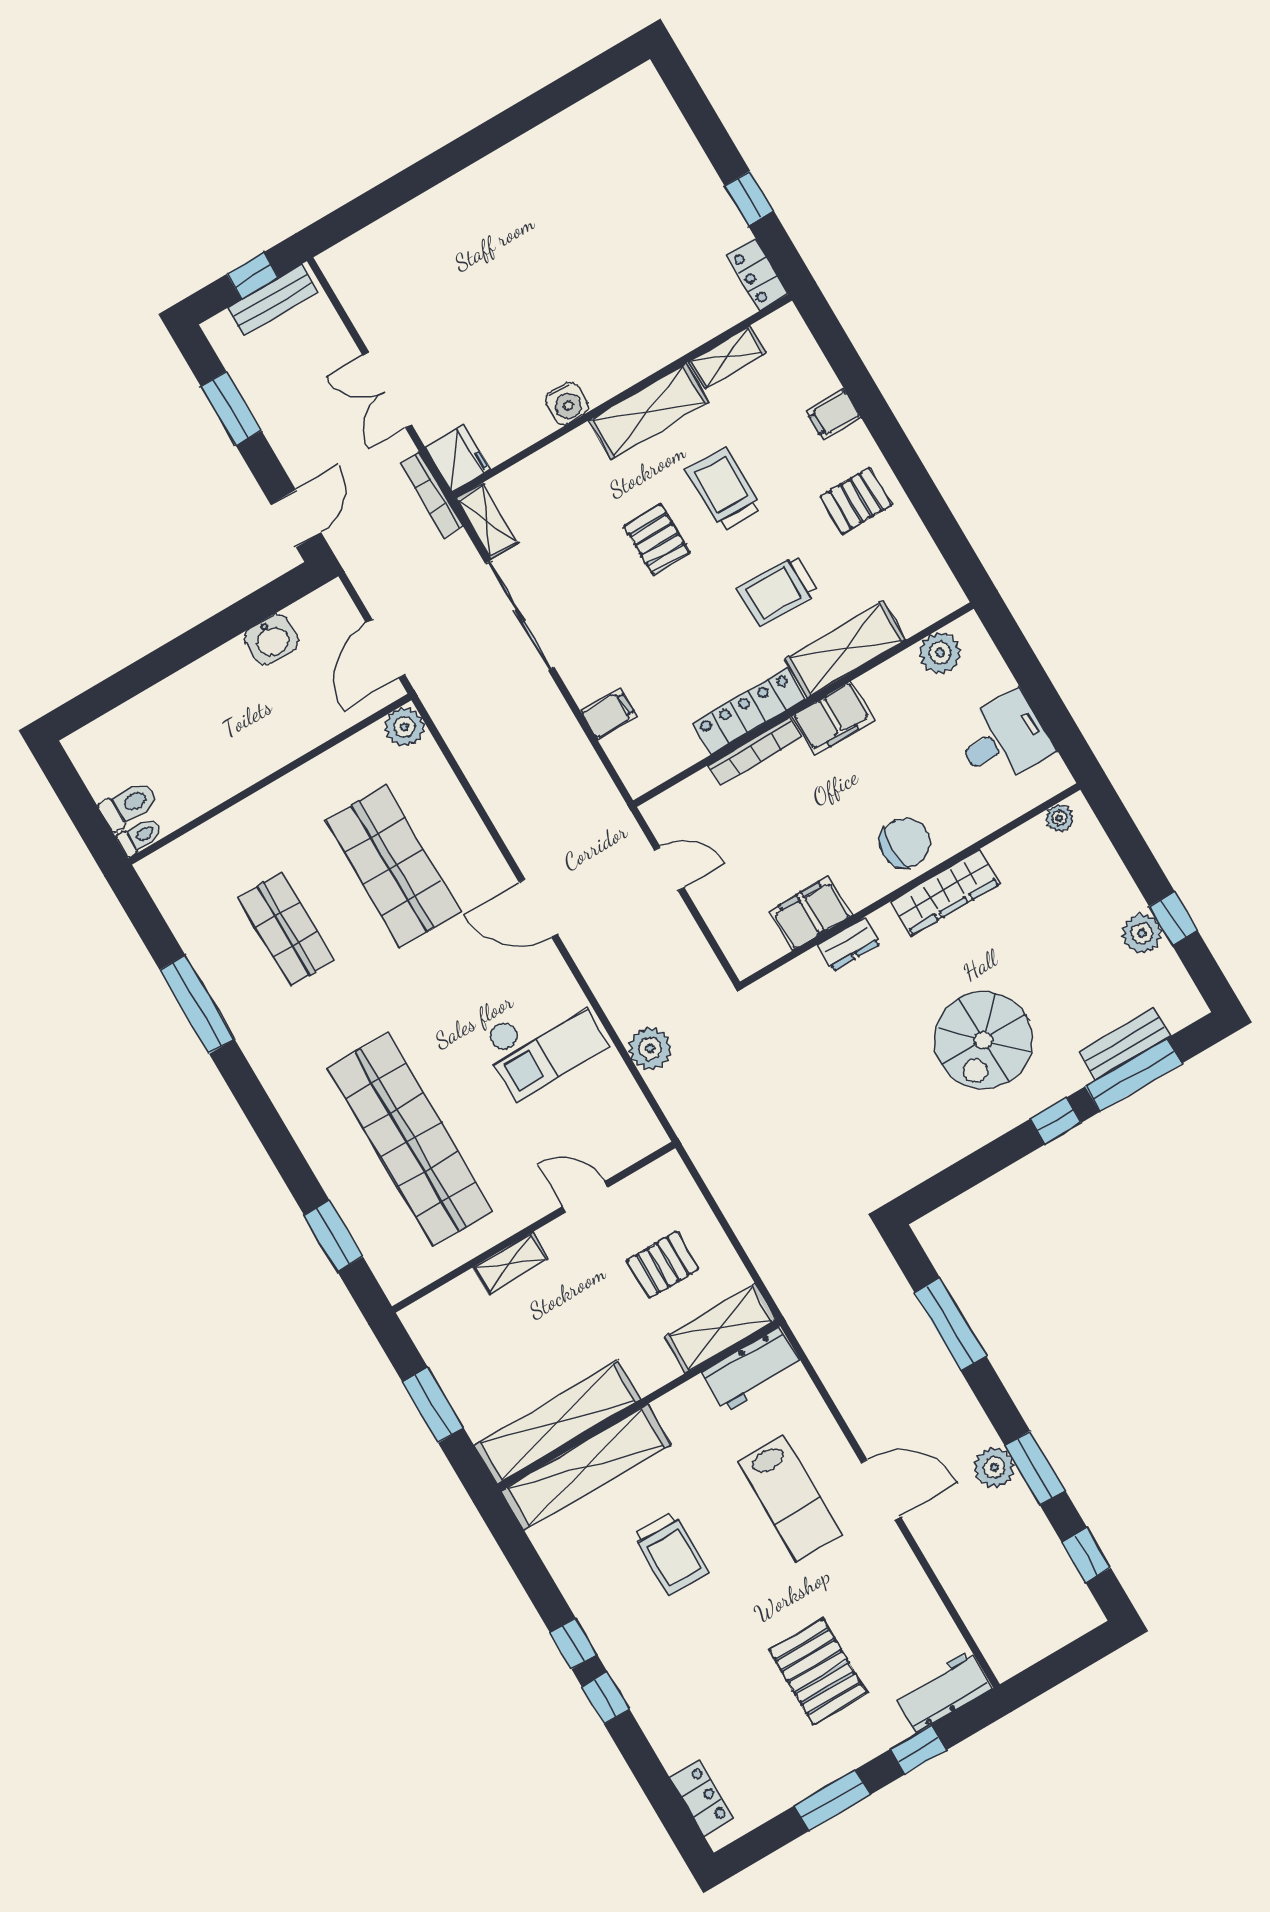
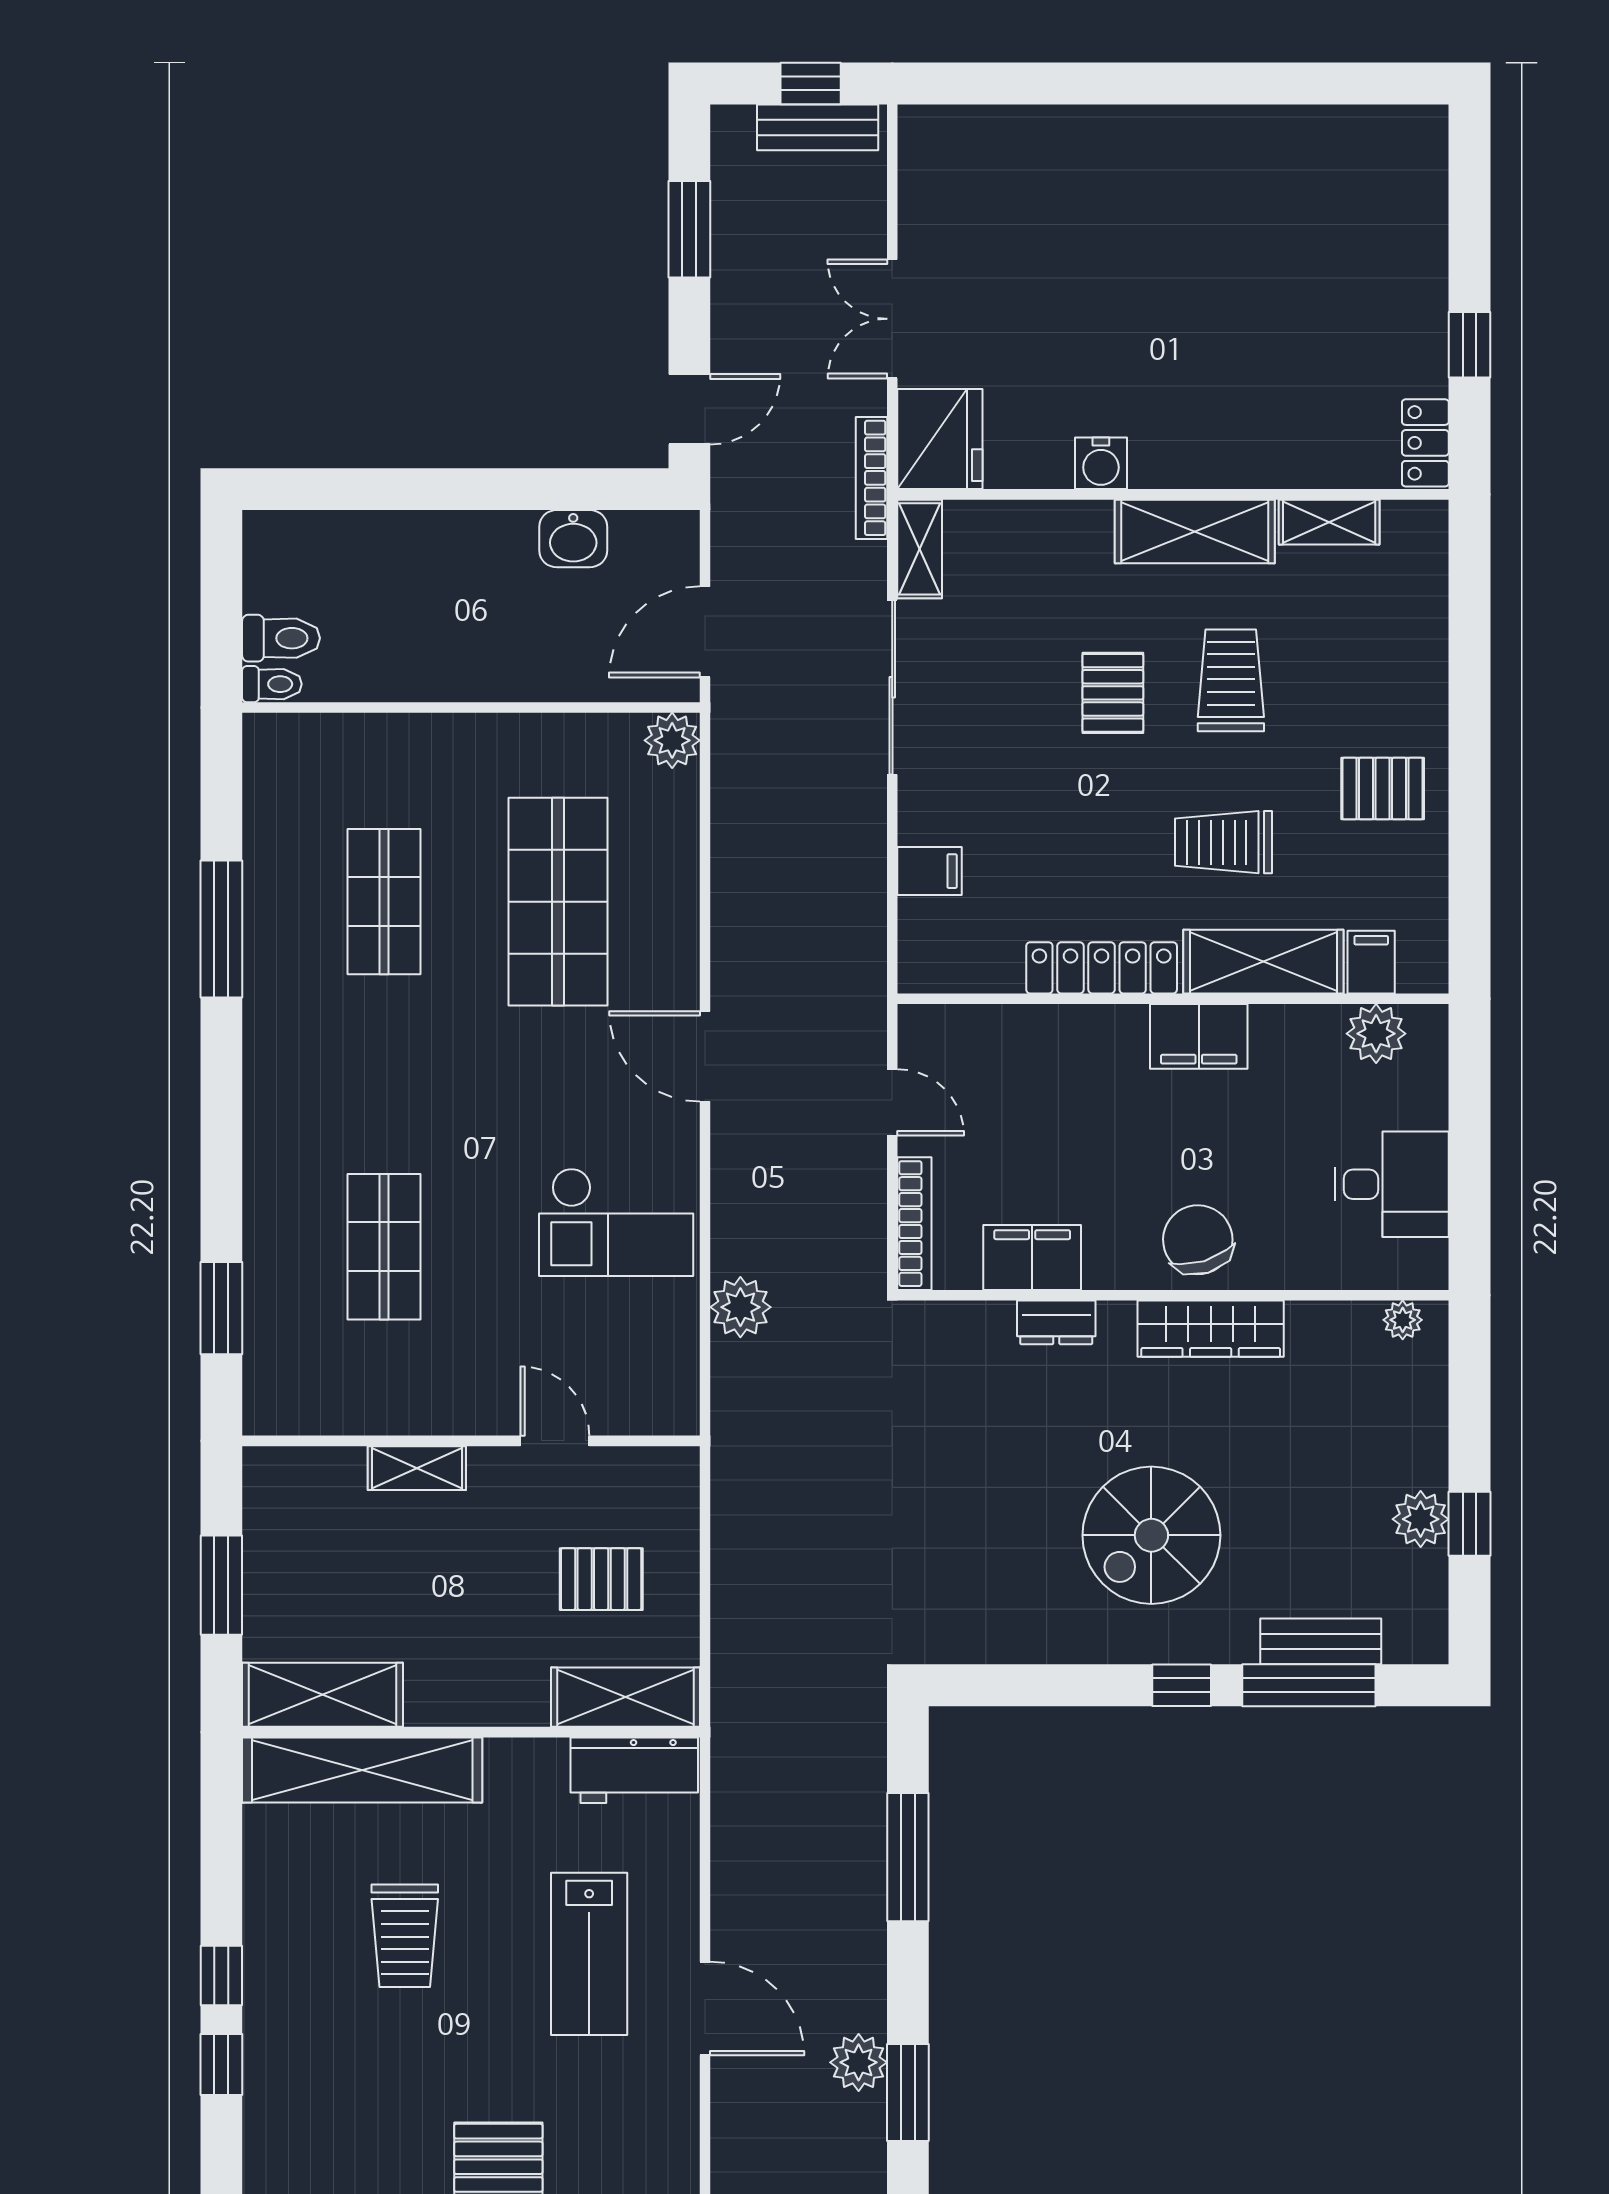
filing cabinet: (834, 414) -> (1371, 962), moved, turned 90
fridge: (458, 458) -> (940, 439), width x1.36, depth x1.34
bookcase: (754, 752) -> (914, 1224), moved, turned -90
chair: (905, 843) -> (1198, 1240), turned -107
shop shelf: (411, 1140) -> (384, 1247), width x0.50, depth x0.74
shelving: (557, 1422) -> (323, 1695), width x0.68

